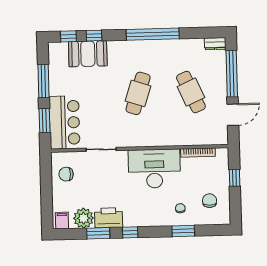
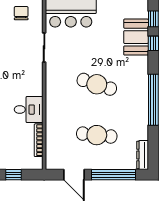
dresser: (215, 44) -> (143, 155), width x1.44
cafe table: (191, 92) -> (97, 135), turned 30
desk: (154, 169) -> (29, 110), width x0.53, depth x0.77

